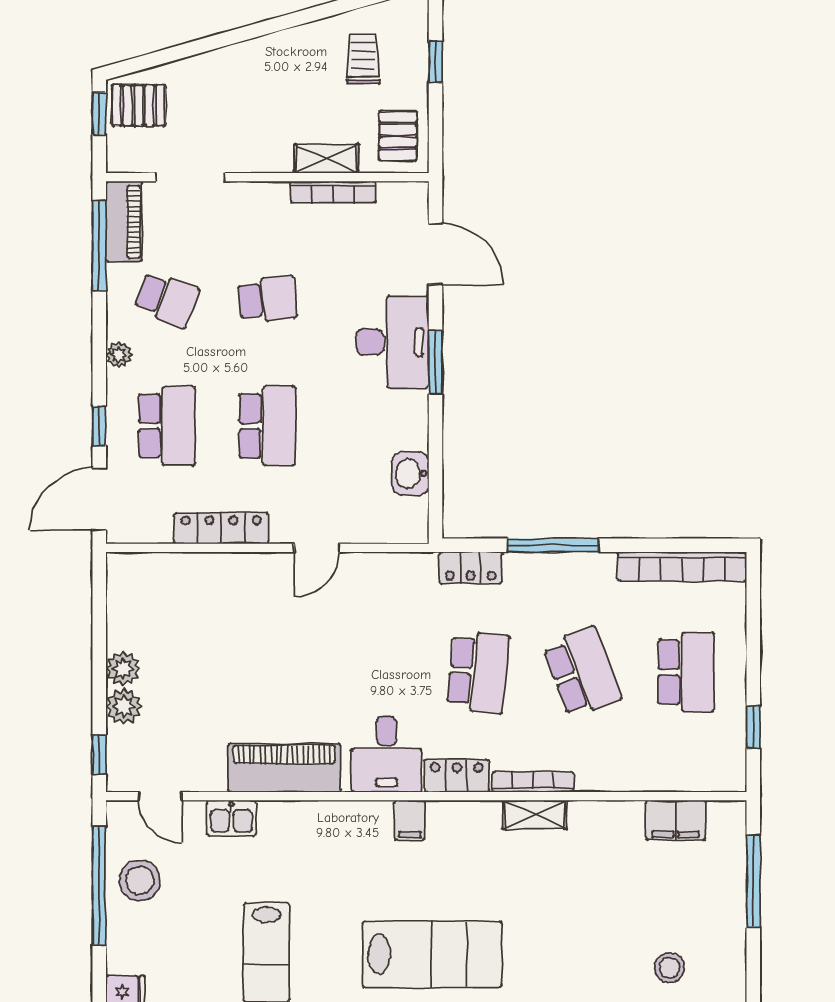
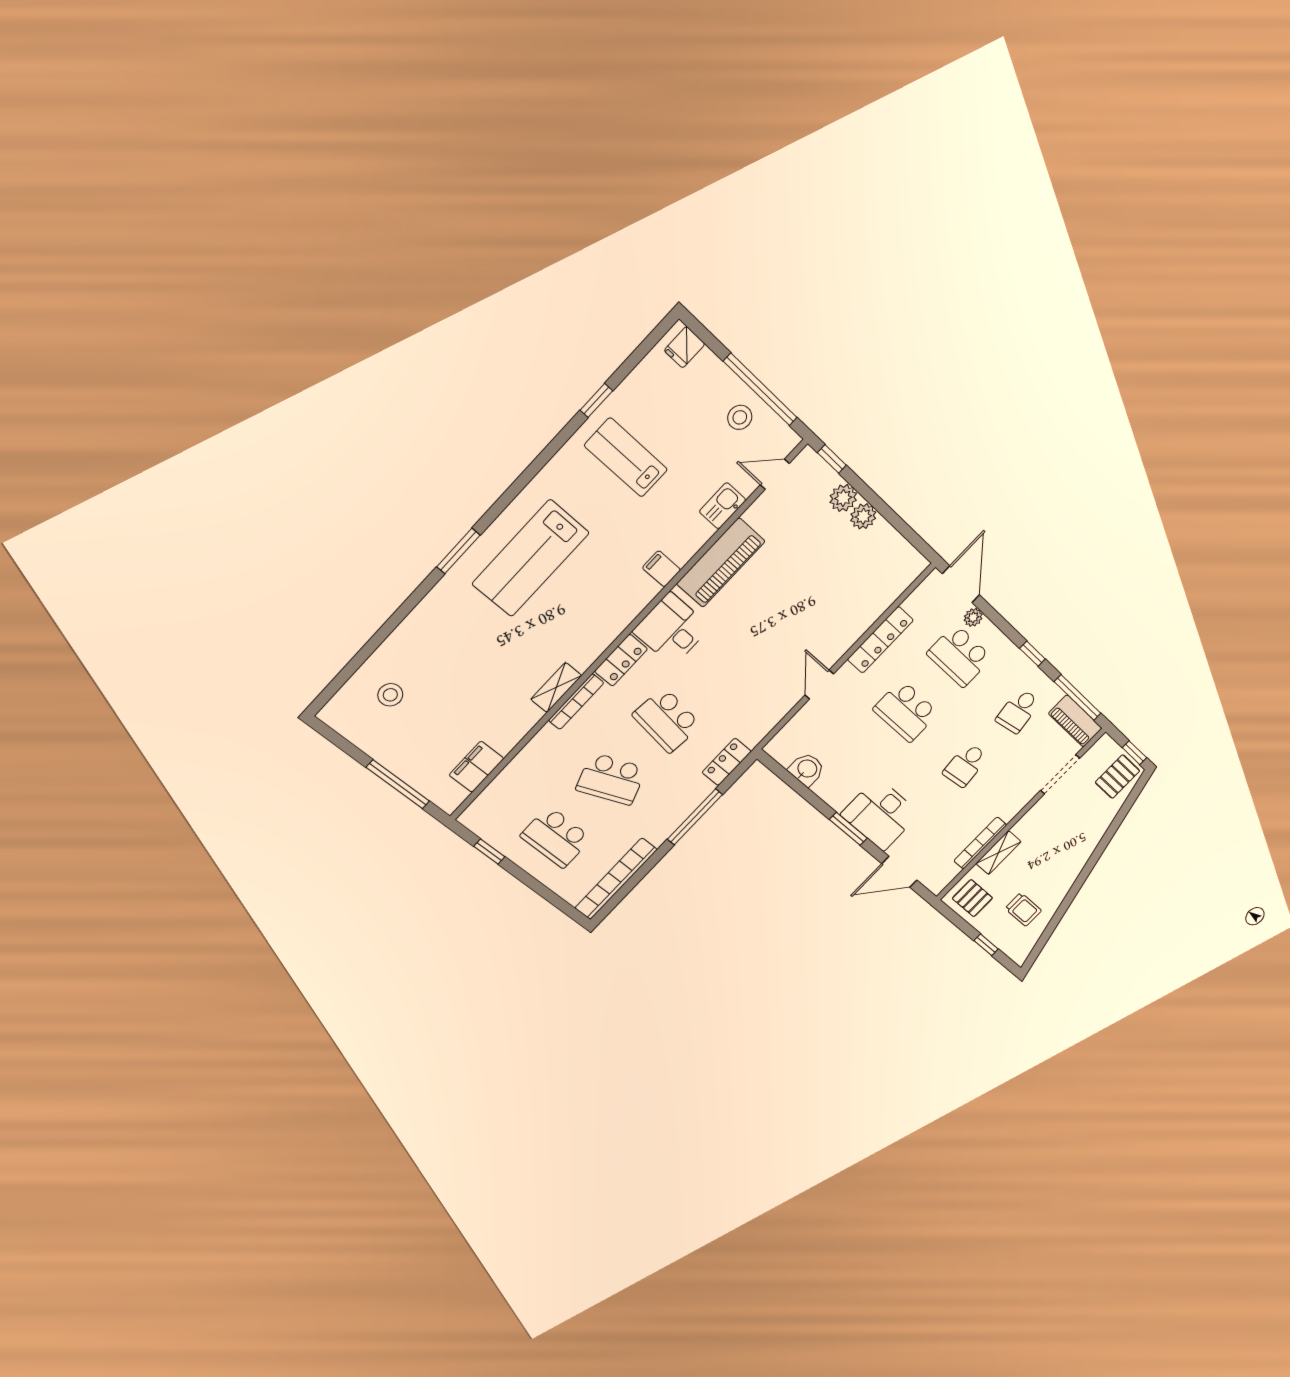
school desk: (167, 299) -> (1018, 711), turned -30
plant: (119, 355) -> (973, 617), moved
window: (99, 426) -> (1032, 654), moved
filing cabinet: (410, 820) -> (661, 569), moved
stool: (140, 881) -> (740, 417), width x0.73, depth x0.73

